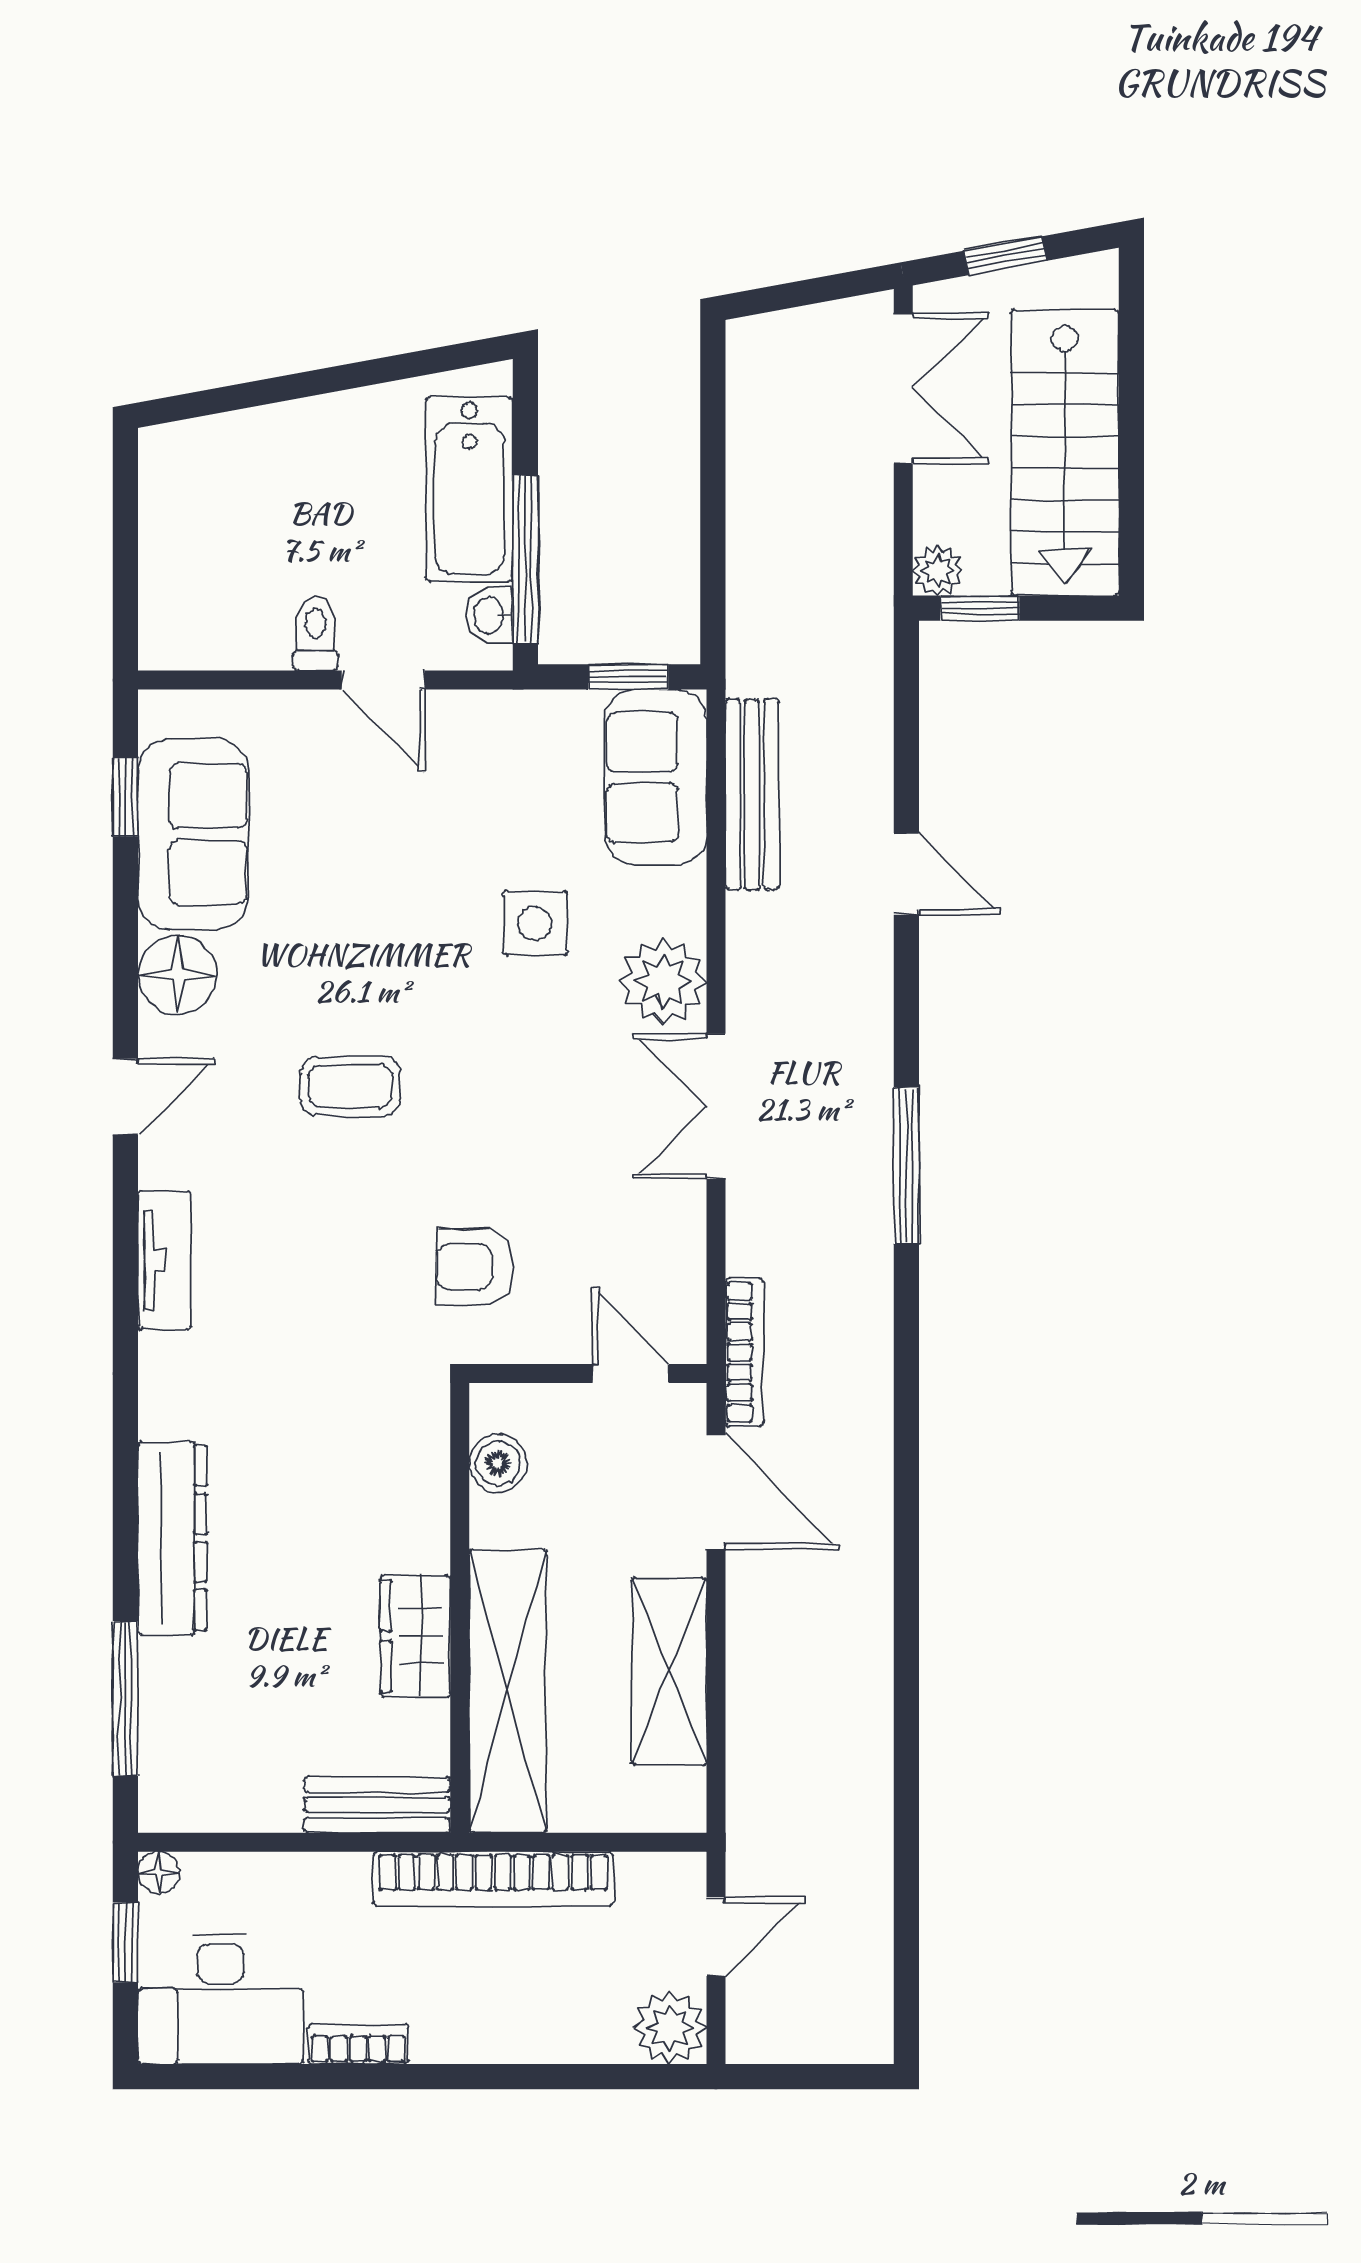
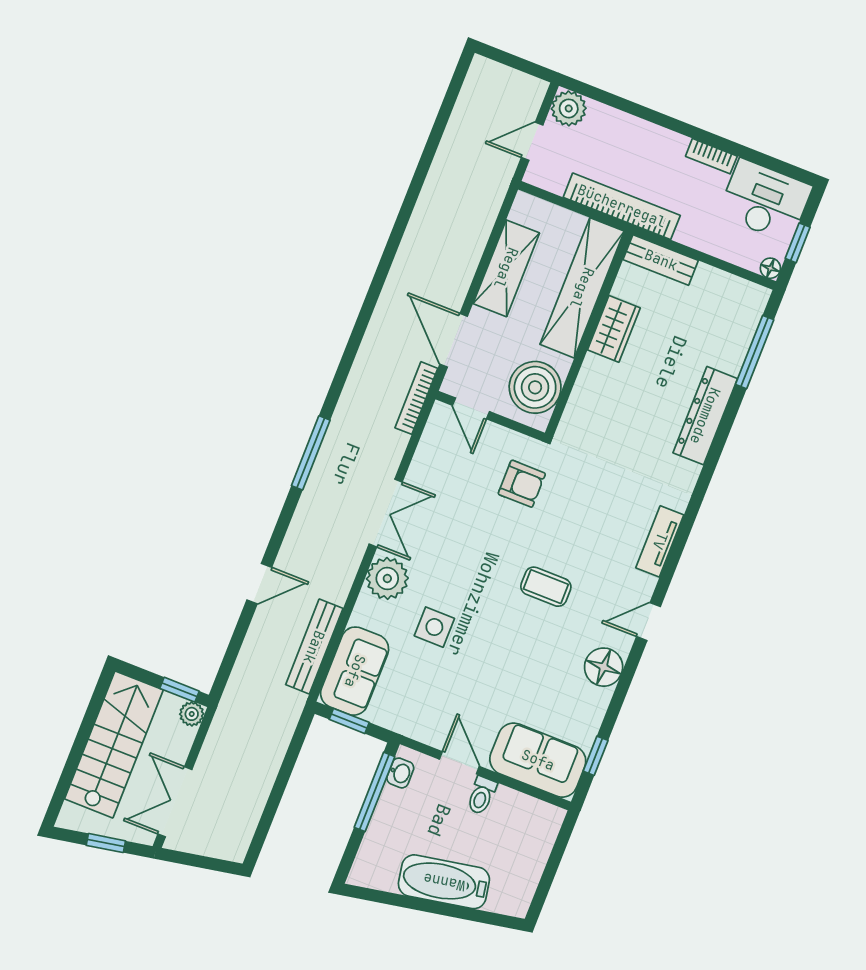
bathtub: (469, 490) -> (444, 882), moved, turned -100
sofa: (193, 834) -> (538, 760), moved, turned 90
door: (906, 874) -> (259, 584), swing flipped
boiler: (498, 1463) -> (535, 387), width x1.86, depth x1.86

